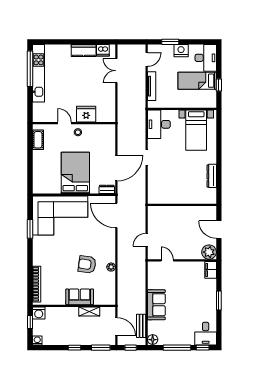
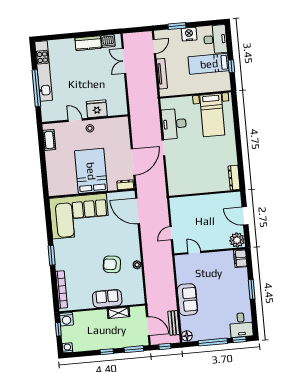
window: (30, 69) -> (36, 88), moved
desk: (159, 124) -> (174, 124), moved
dresser: (212, 176) -> (234, 178), moved
window: (30, 229) -> (52, 255), moved

